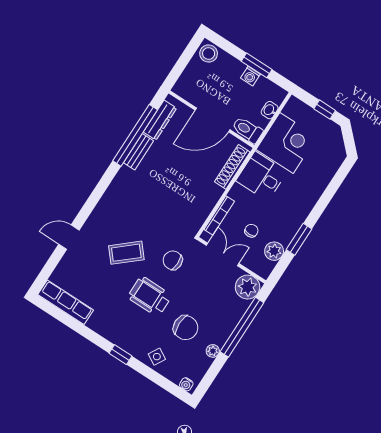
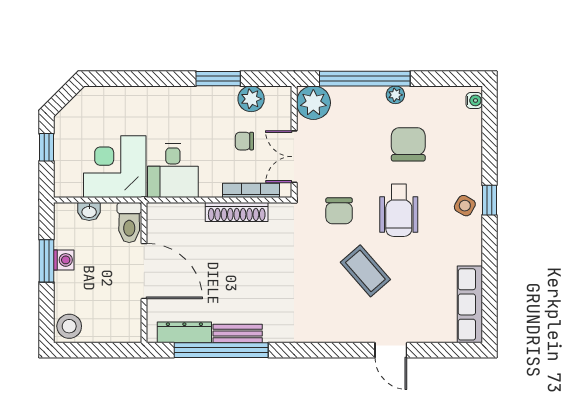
shoe rack: (232, 167) -> (237, 212), moved
plant: (213, 351) -> (395, 95), moved
side table: (157, 357) -> (465, 206), moved

